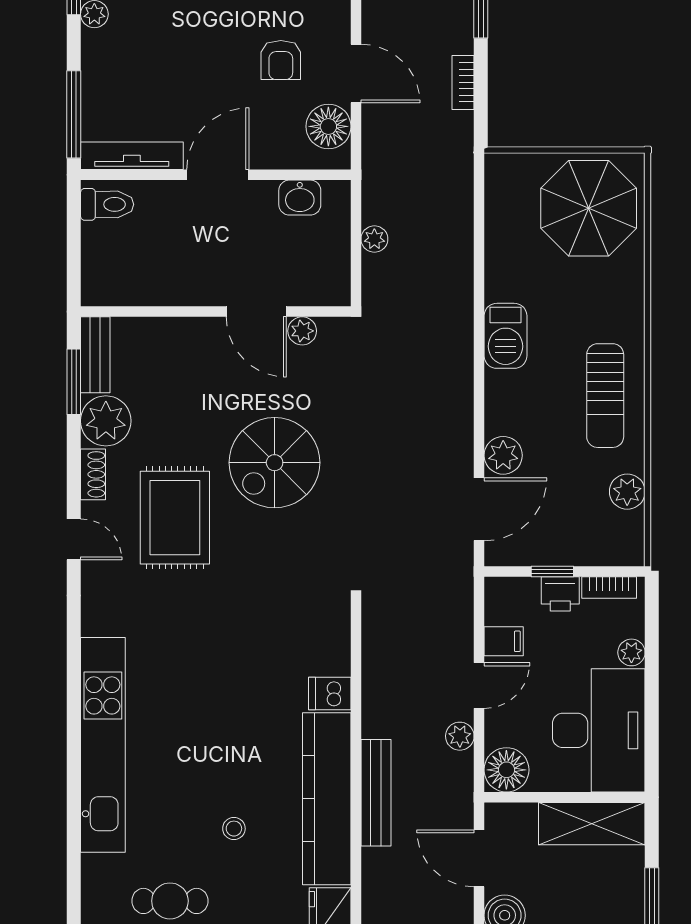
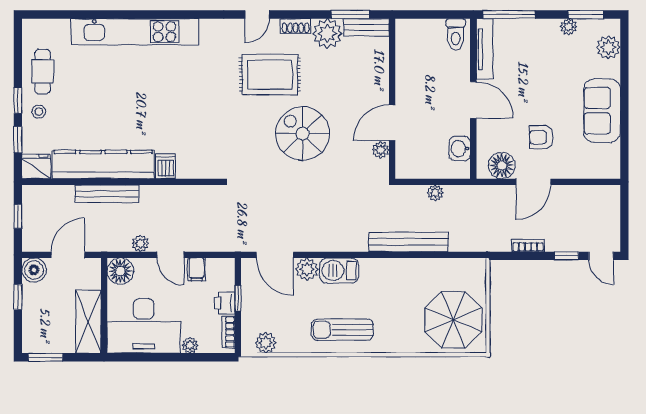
bench: (457, 284) -> (409, 242), added
barbecue: (505, 336) -> (339, 271), moved
plant: (627, 492) -> (266, 343), moved
stool: (234, 829) -> (39, 112), moved

